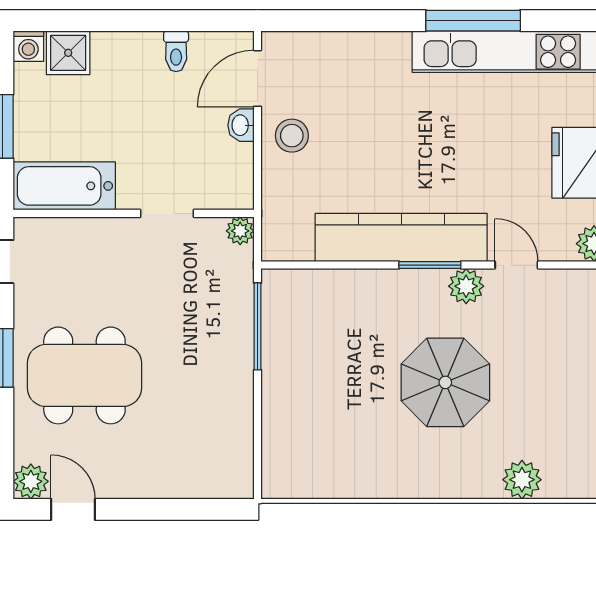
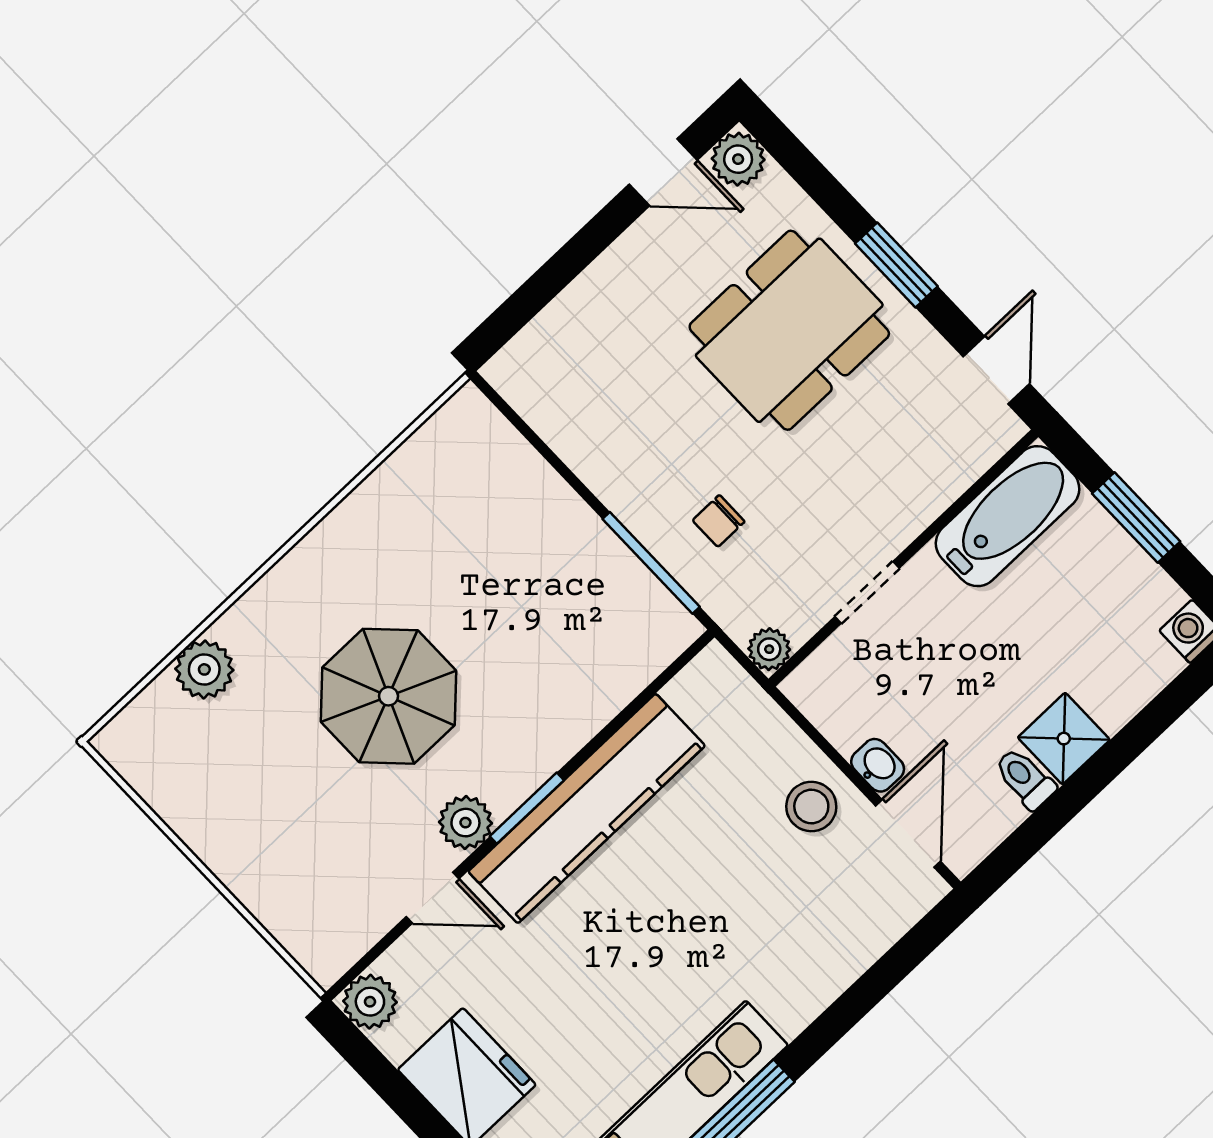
shower: (68, 53) -> (1064, 739), moved
chair: (206, 316) -> (719, 521), added

